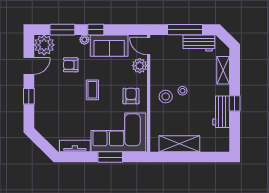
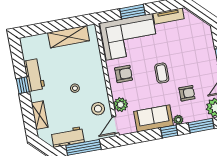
door: (149, 46) -> (115, 125), swing flipped
armchair: (131, 96) -> (124, 74), turned -90
stool: (166, 97) -> (98, 109), moved

